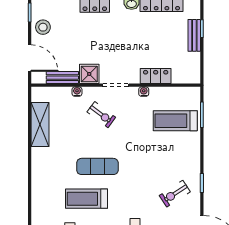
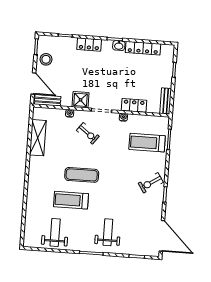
bench: (194, 35) -> (166, 101), moved
bench: (62, 78) -> (48, 100), moved
exercise bike: (175, 194) -> (151, 183), moved

